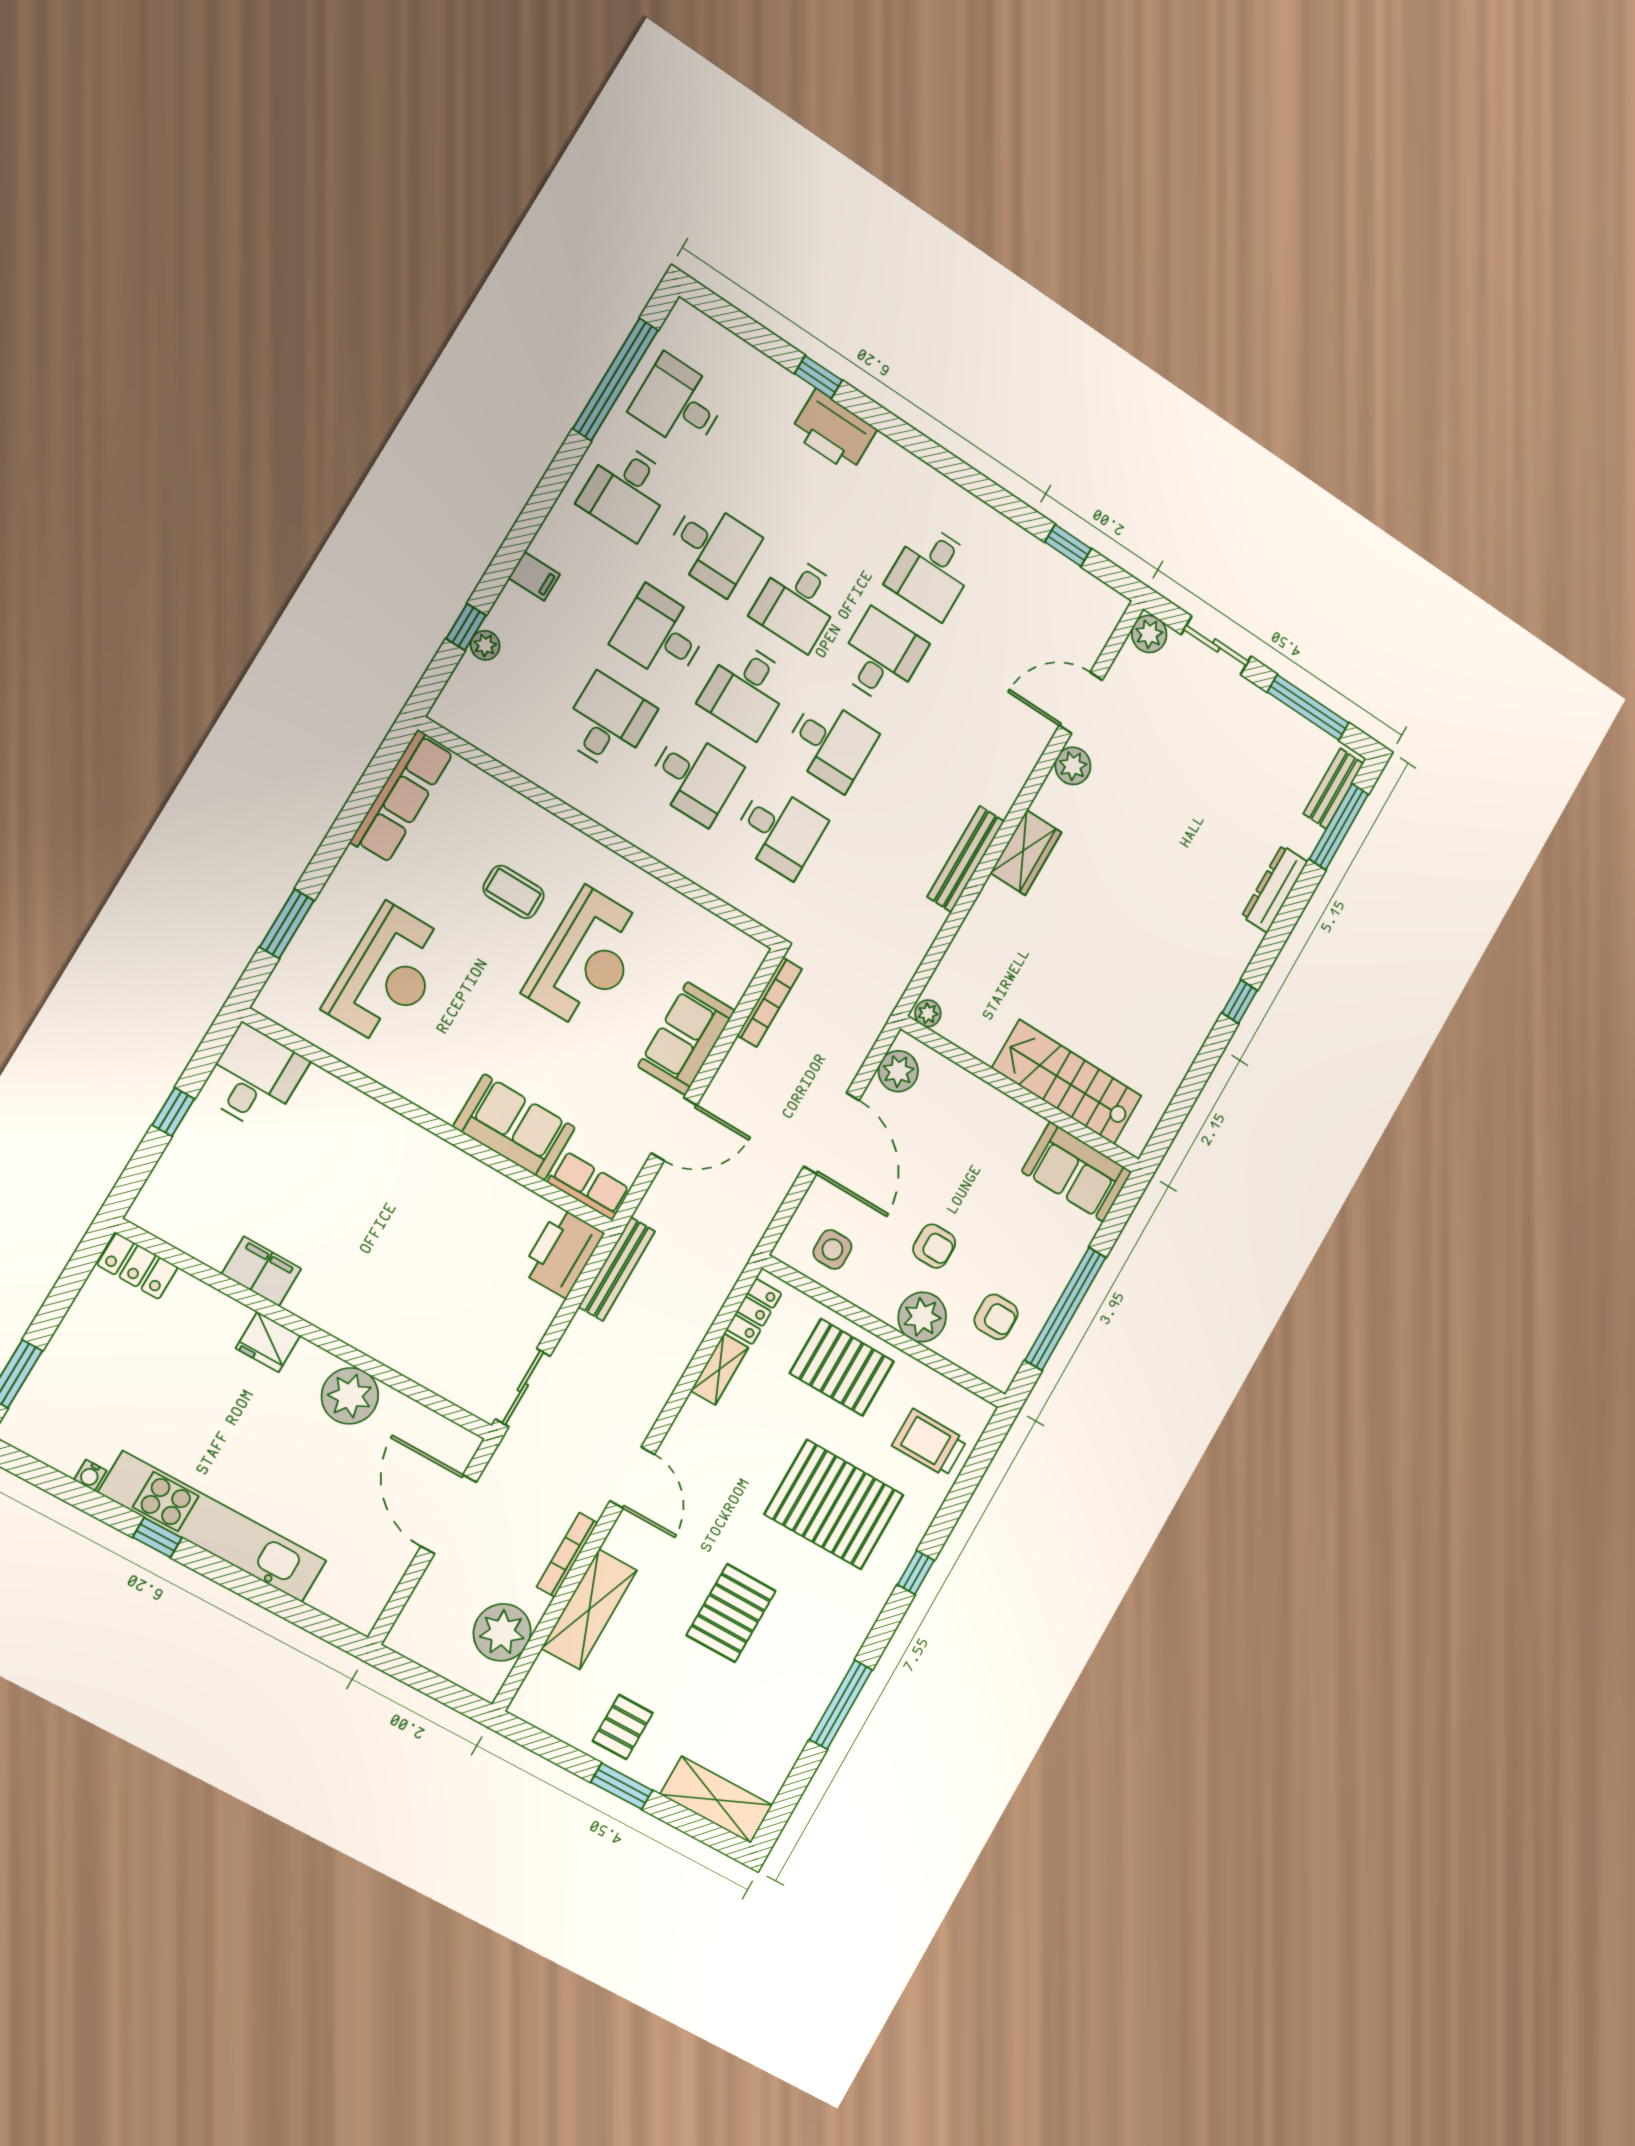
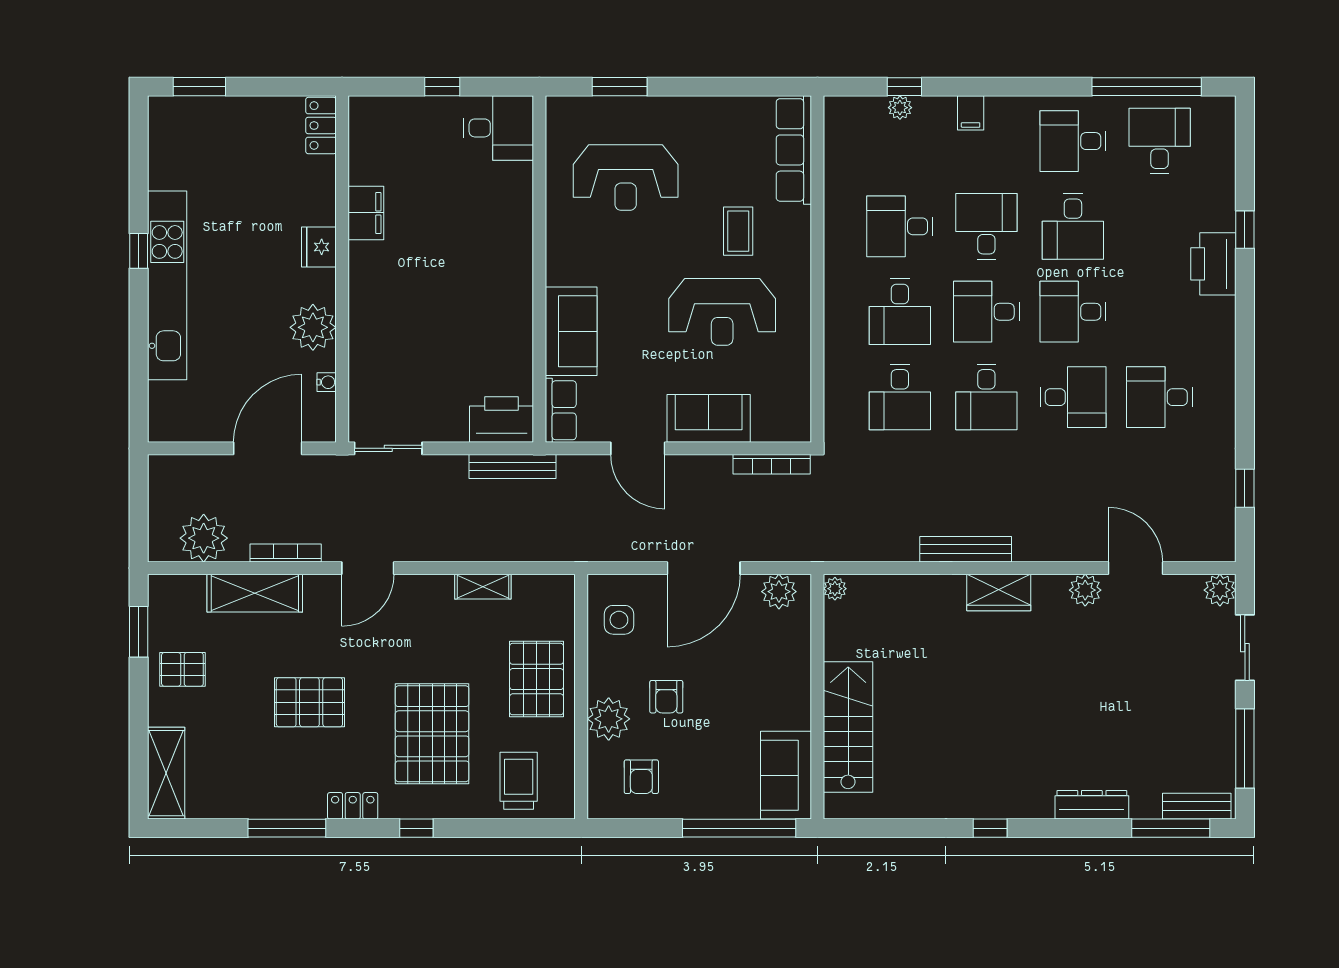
desk: (608, 723) -> (900, 226), turned 180
row of seats: (402, 797) -> (794, 150), moved, turned 90
window: (1065, 1309) -> (739, 828), moved
locker: (754, 1311) -> (353, 806), moved, turned 180
water cooler: (90, 1475) -> (327, 382), moved, turned 180
window: (622, 1786) -> (139, 632), moved

